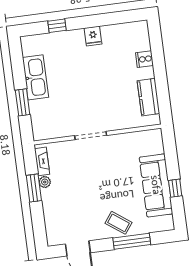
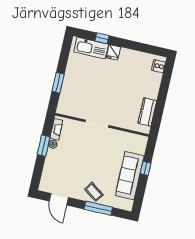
fridge: (93, 36) -> (113, 52), moved
cooker: (144, 59) -> (159, 66), moved
kitchen sink: (35, 77) -> (91, 48), moved, turned 90
window: (175, 188) -> (146, 168), moved

